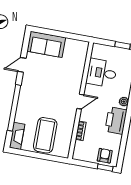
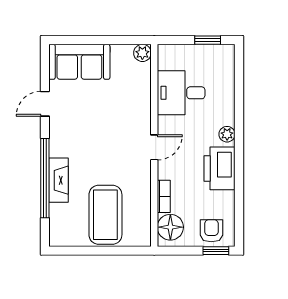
plant: (84, 46) -> (142, 53), added
fireplace: (17, 136) -> (58, 180), moved
floor lamp: (81, 149) -> (170, 227), added

